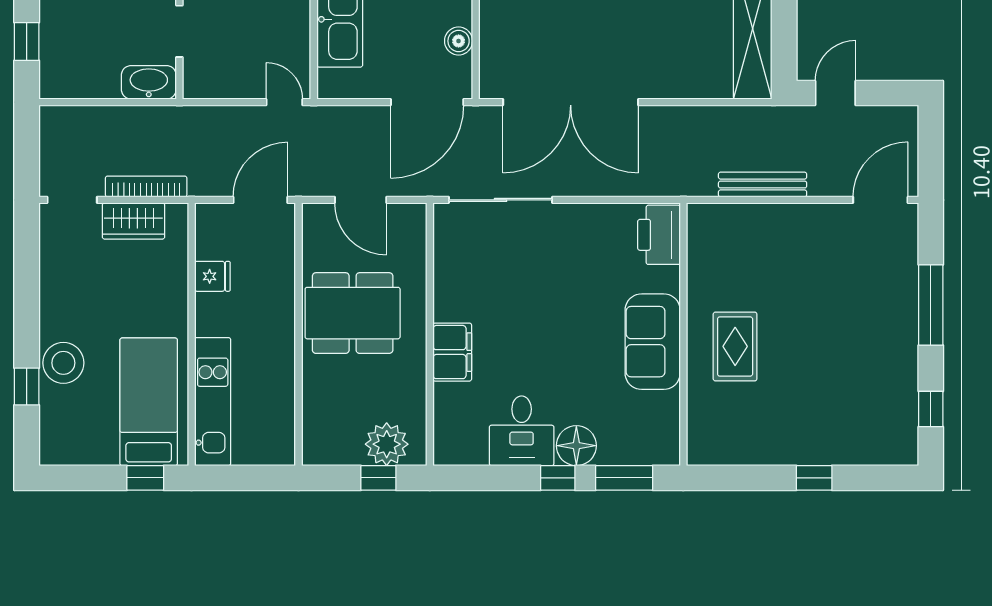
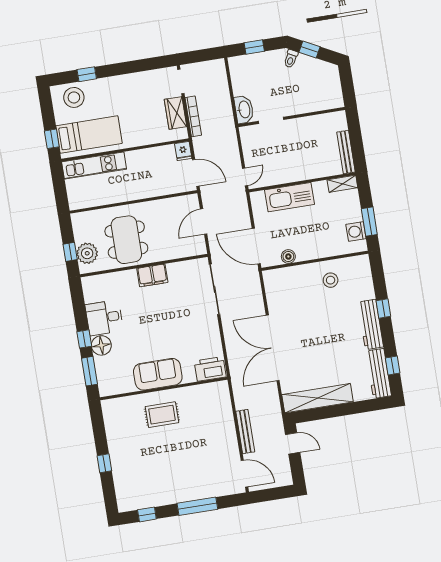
double door: (571, 102) -> (273, 348), moved
bench: (763, 185) -> (245, 432), moved
fridge: (212, 276) -> (183, 151), moved
dining table: (353, 313) -> (126, 240), moved
filing cabinet: (452, 352) -> (152, 275), moved
stool: (63, 363) -> (74, 97), moved

